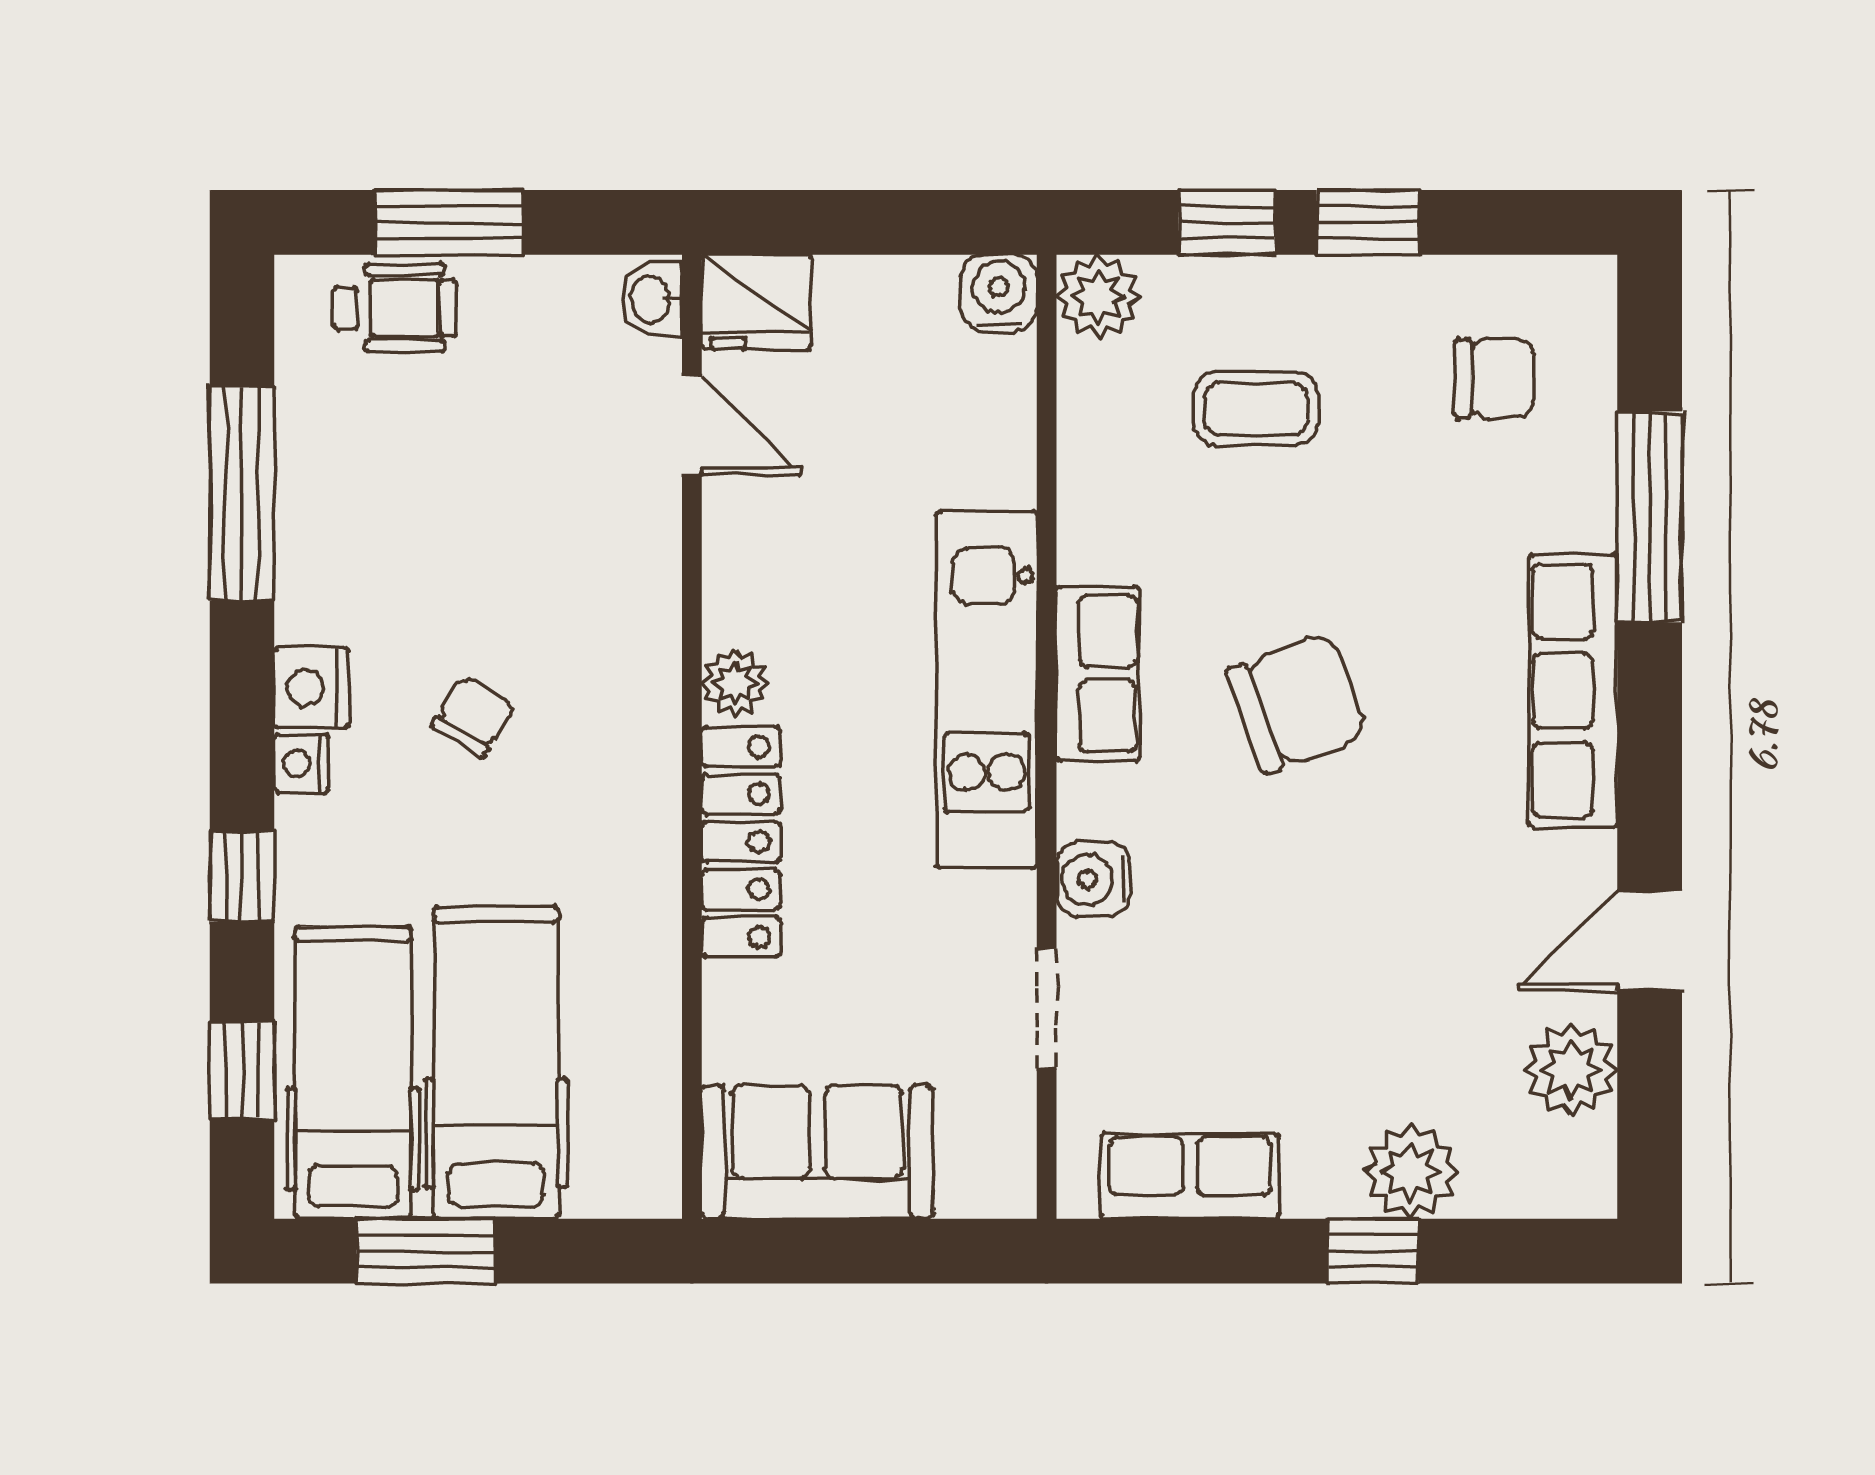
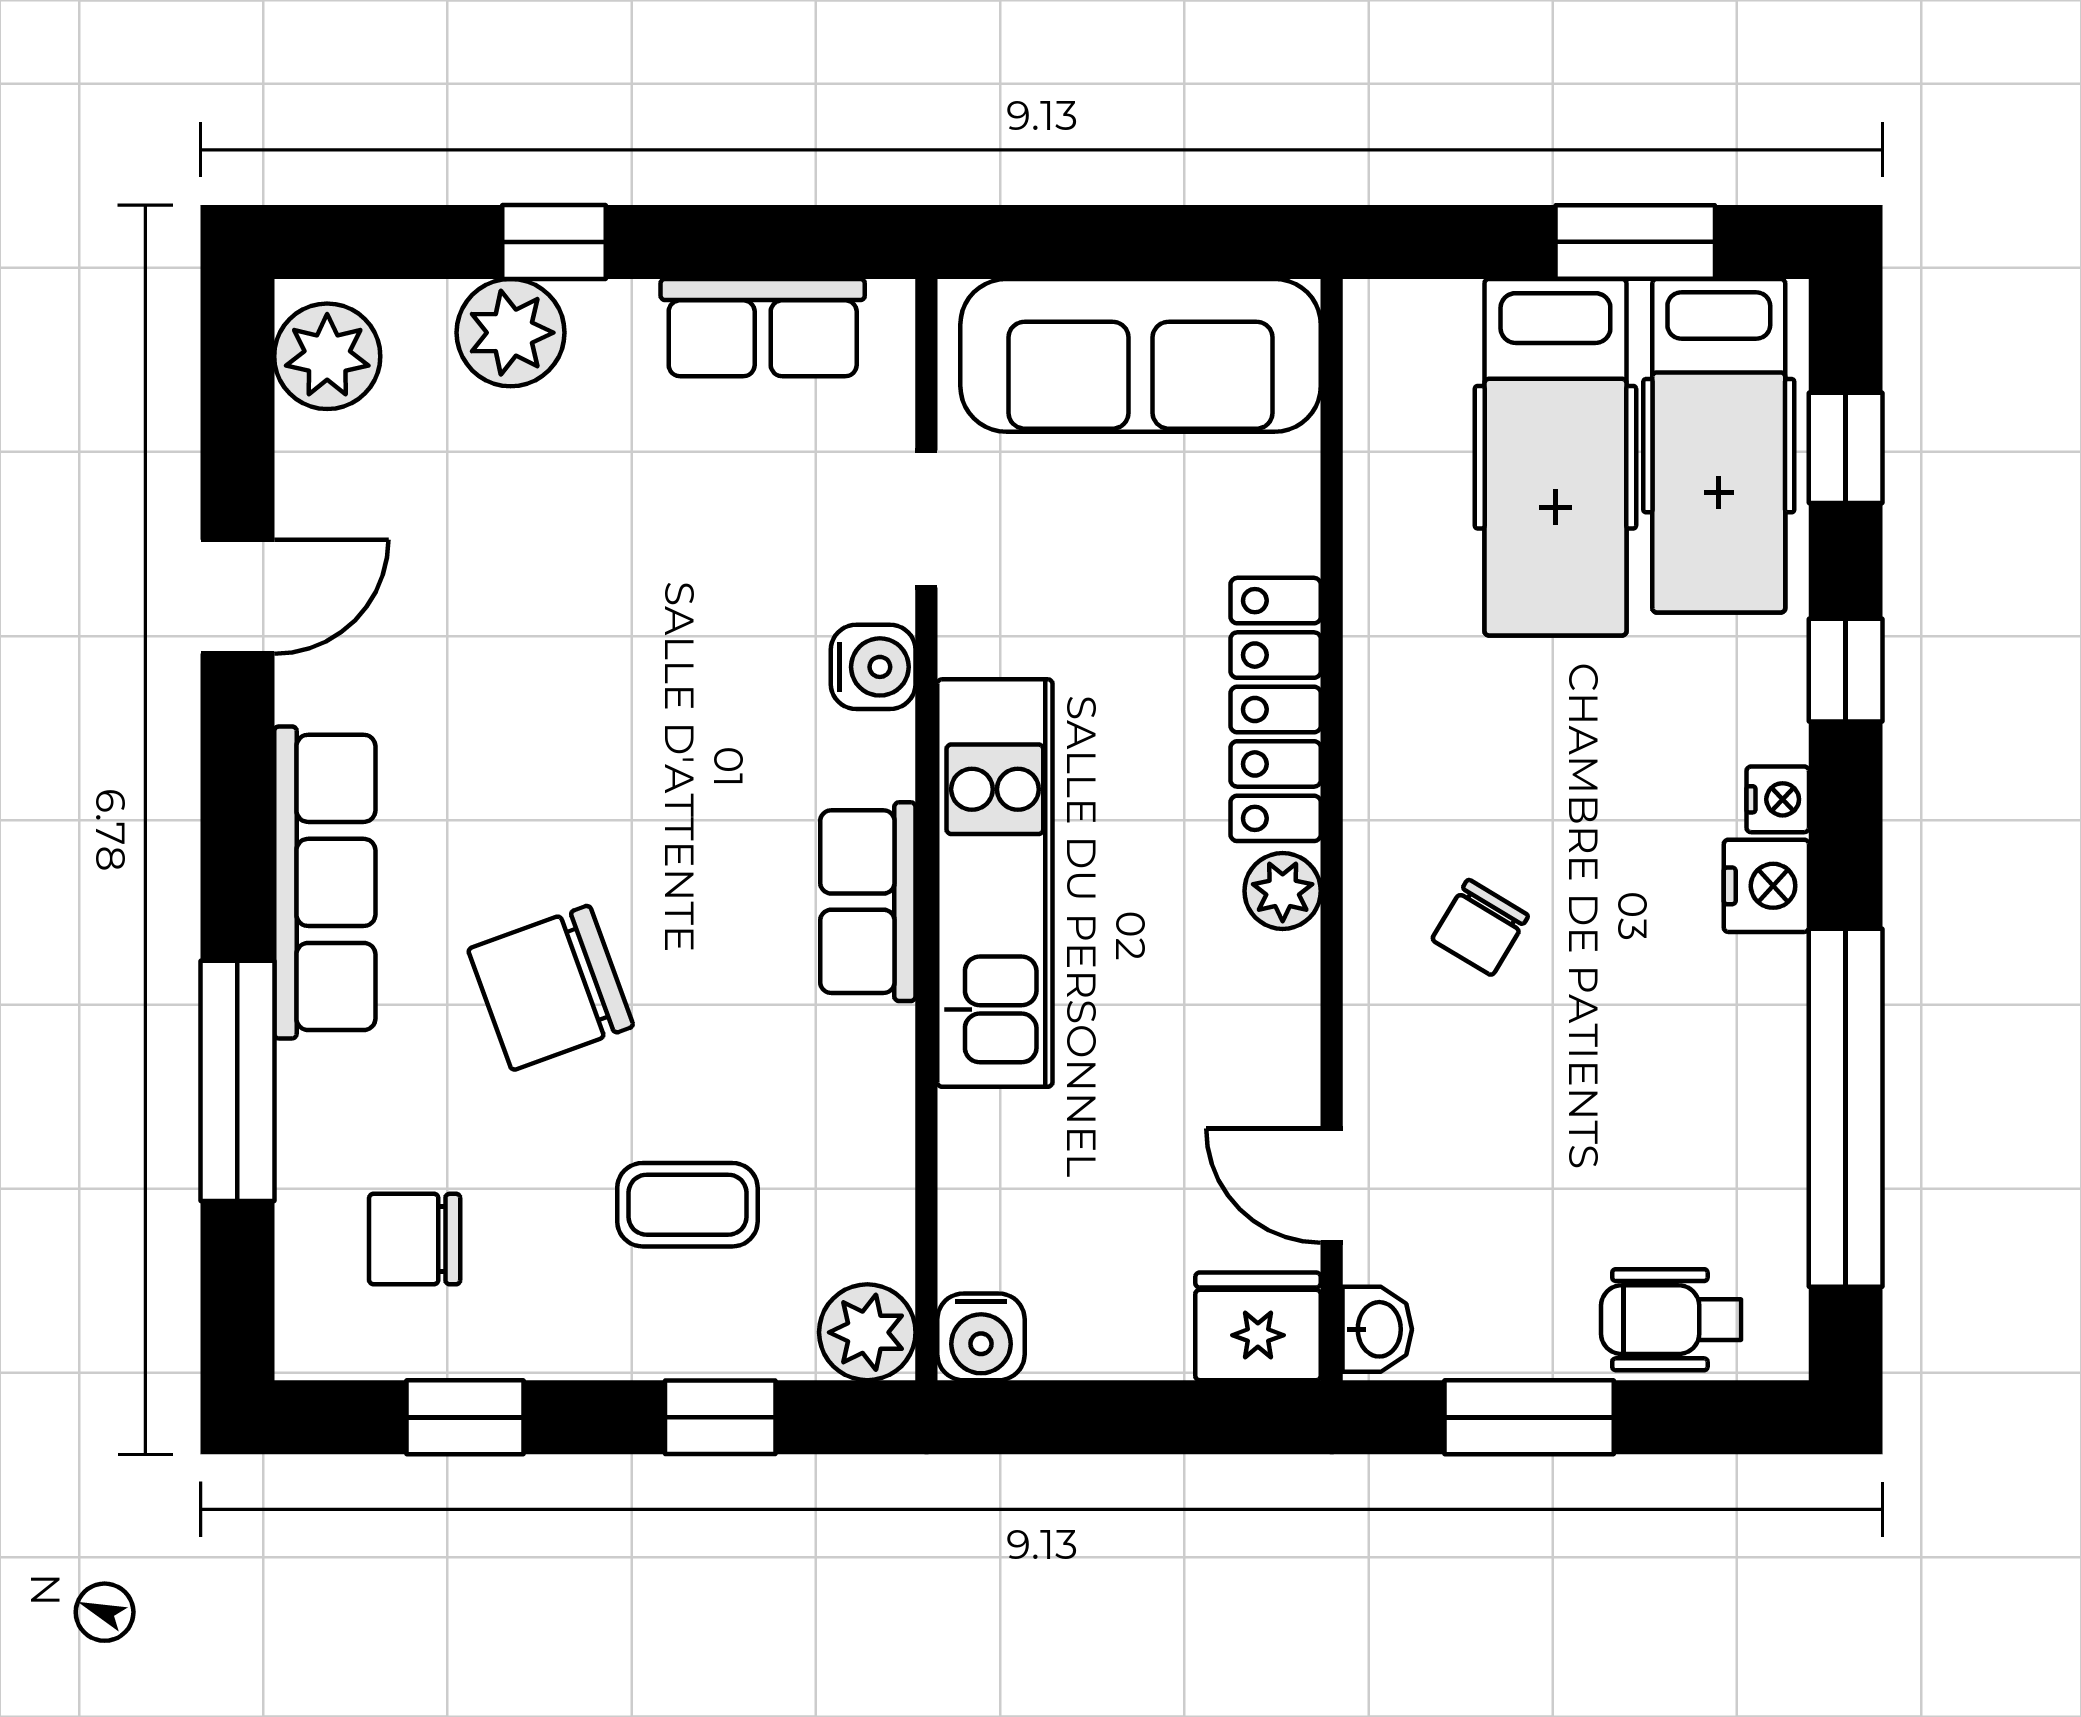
window: (449, 222) -> (1529, 1417), moved
window: (1368, 222) -> (465, 1417), moved
window: (242, 493) -> (1846, 1108), width x1.46
chair: (1297, 703) -> (551, 988), moved
chair: (473, 716) -> (1480, 928), moved
plant: (1571, 1070) -> (327, 356), moved
sofa: (817, 1152) -> (1141, 355), width x1.36

